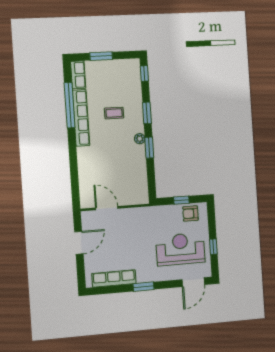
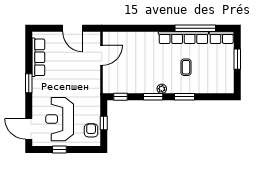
window: (144, 74) -> (120, 97), moved
reception desk: (180, 249) -> (60, 119), turned 180

